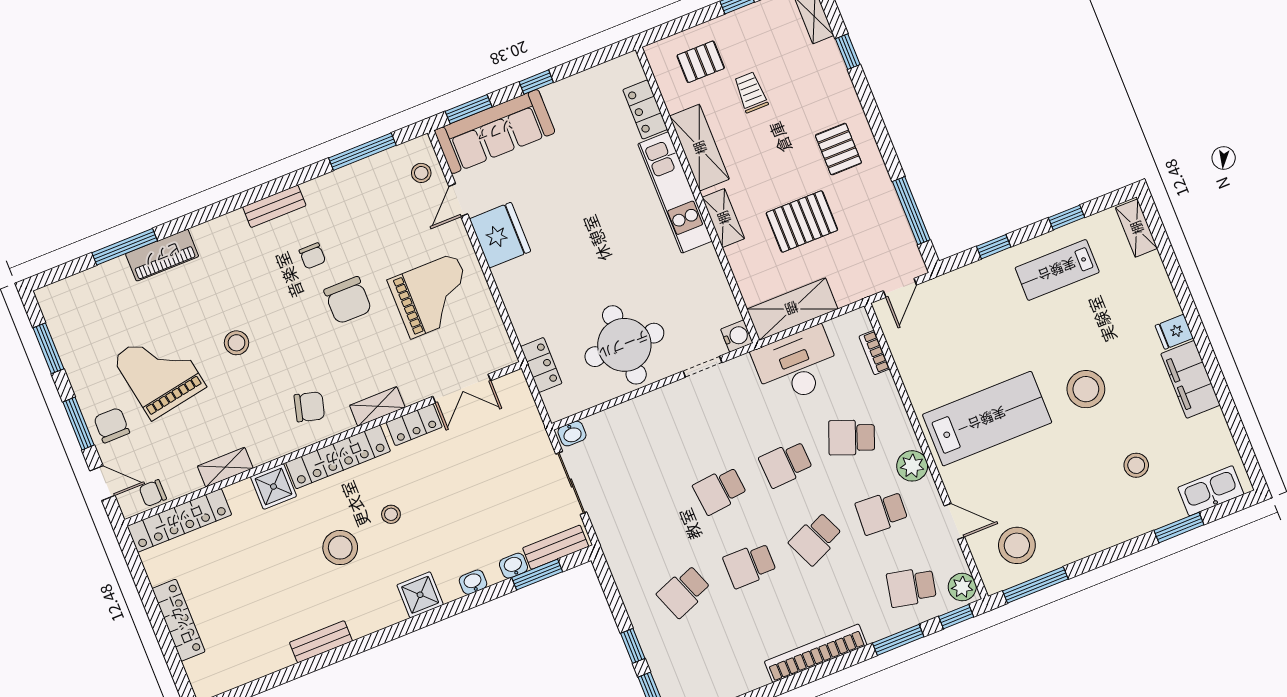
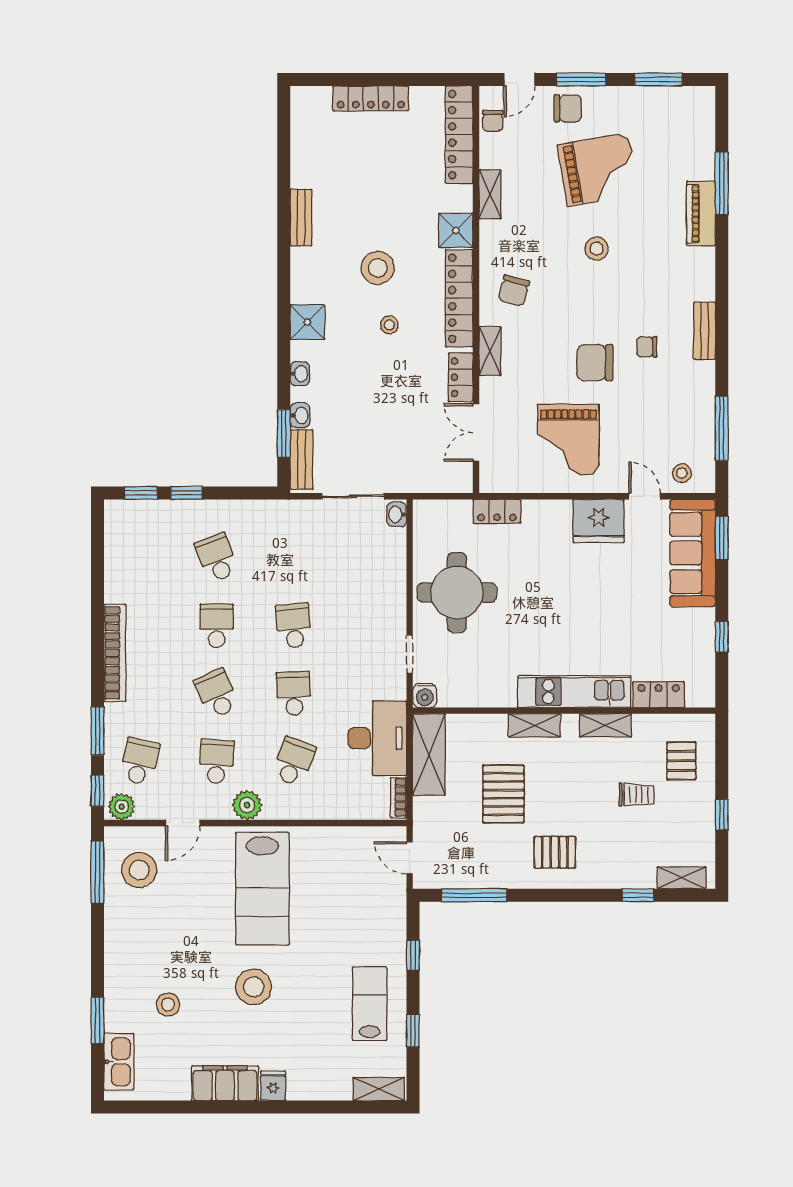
window: (536, 82) -> (722, 637), moved
shelving: (699, 148) -> (605, 725), width x0.67, depth x0.75
bookcase: (874, 353) -> (398, 798), moved, turned -90
locker: (541, 365) -> (497, 511), moved
chair: (153, 493) -> (493, 121), turned 180

